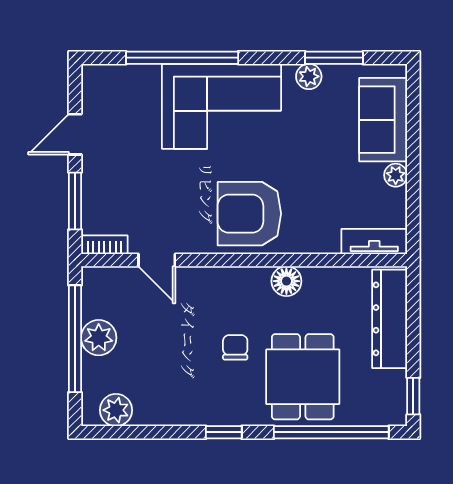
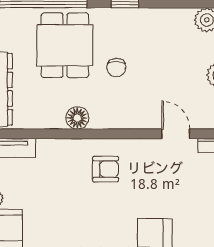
armchair: (249, 214) -> (106, 169), width x0.53, depth x0.53

